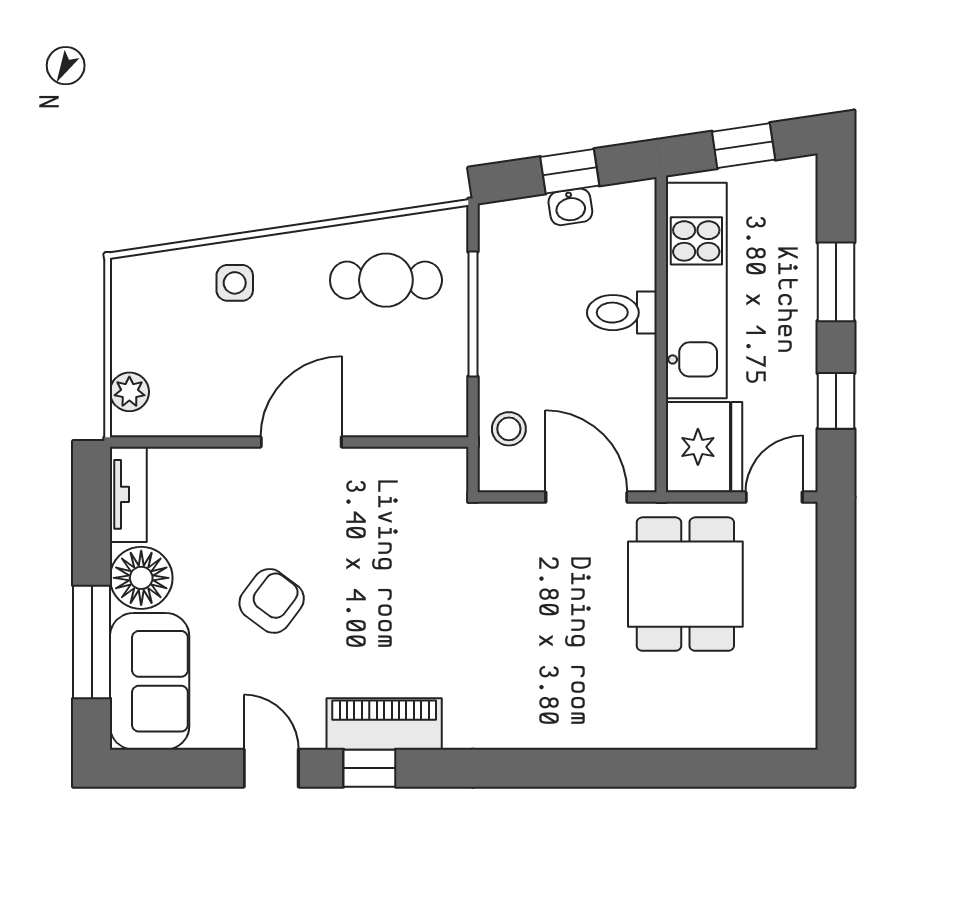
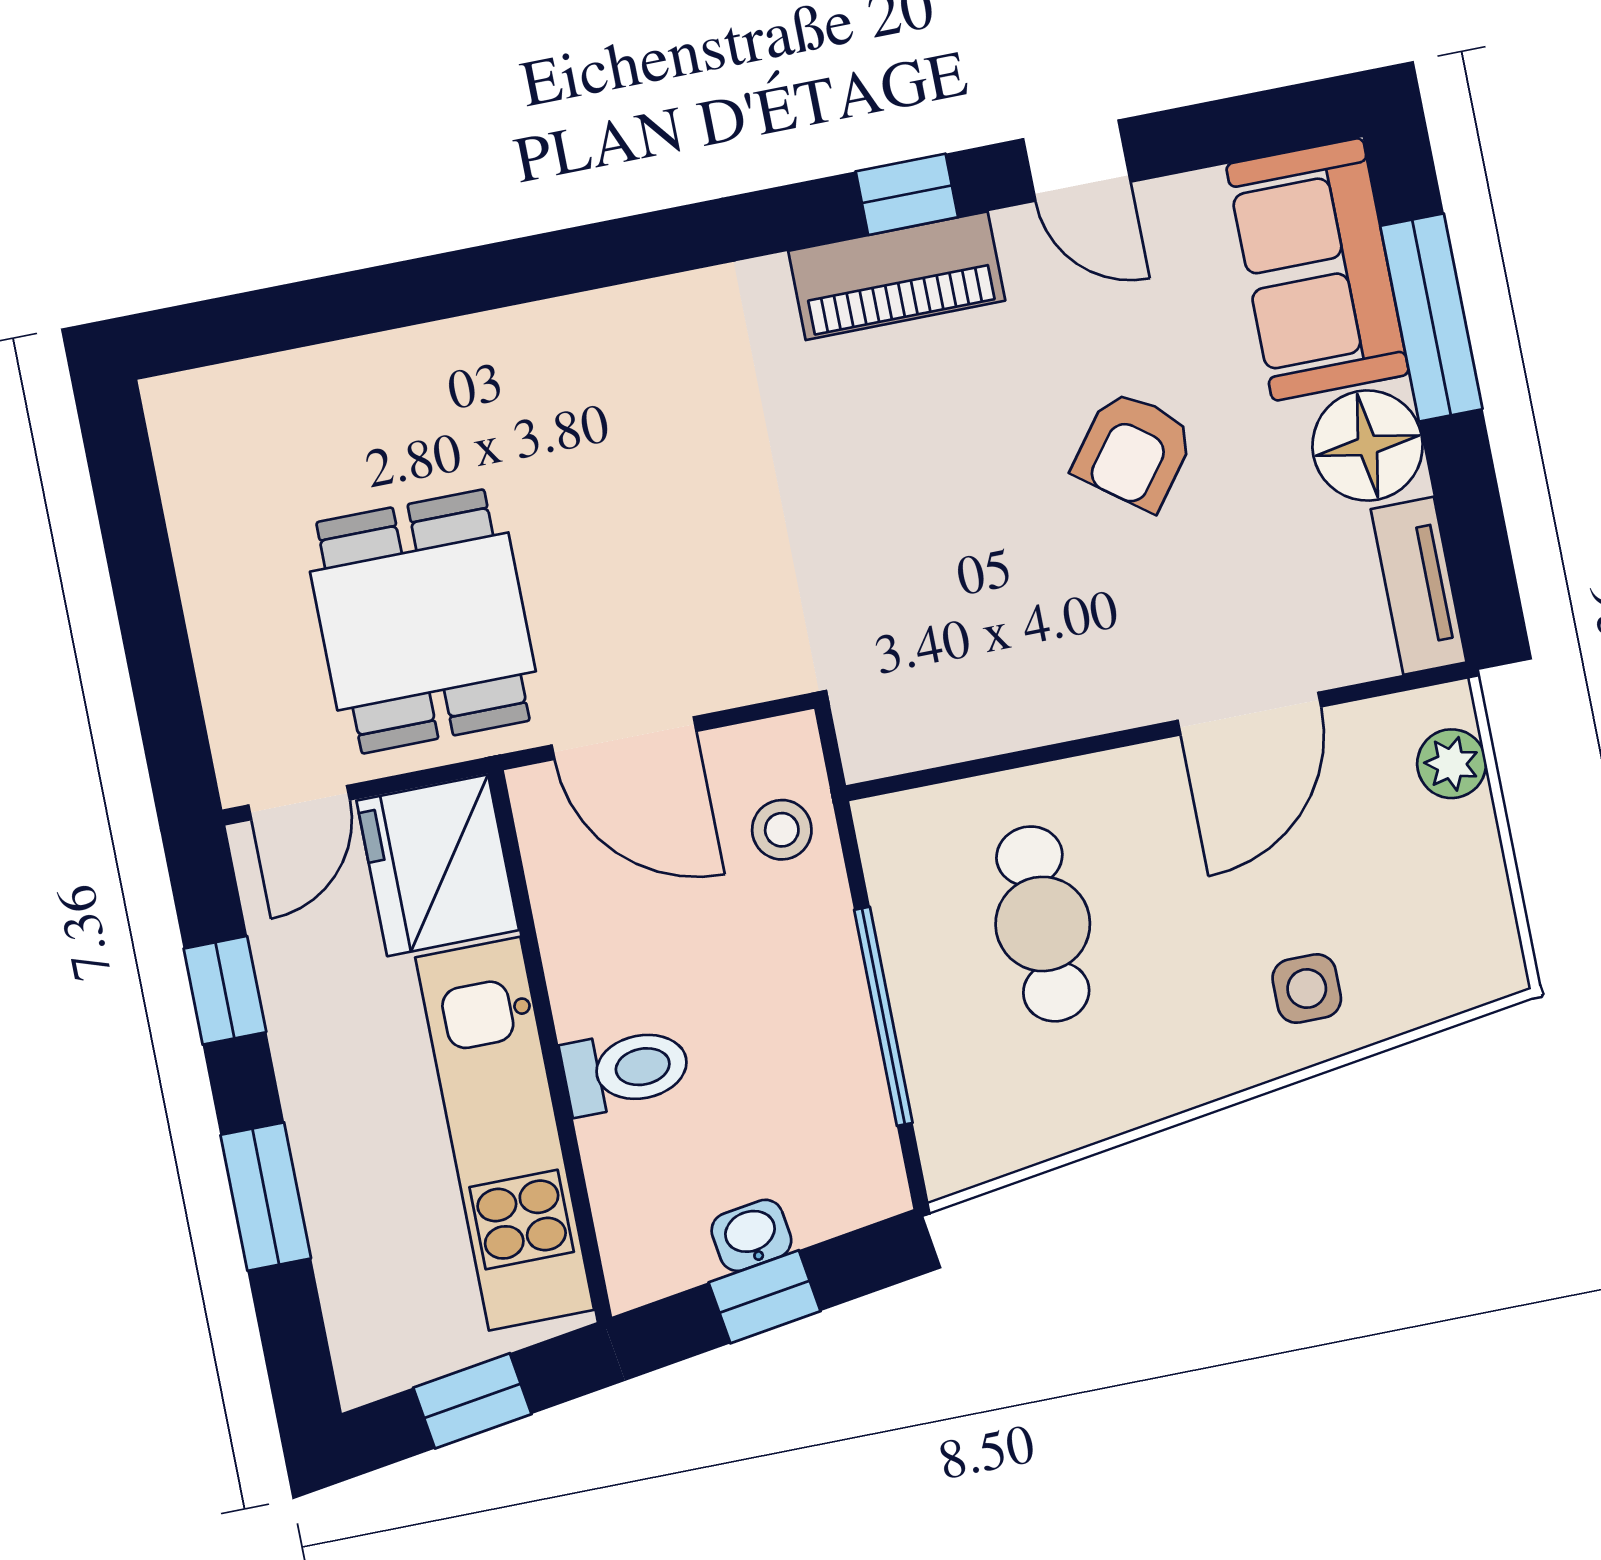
cafe table: (386, 280) -> (1043, 924), moved, turned 90
door: (301, 442) -> (1249, 714), moved

